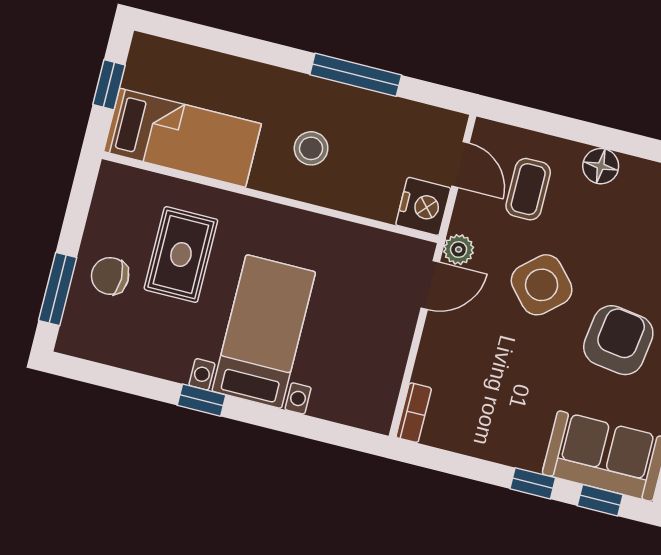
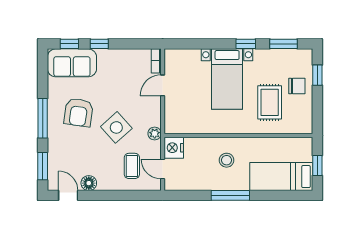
window: (356, 75) -> (230, 195), moved
bed: (182, 138) -> (281, 177), moved
floor lamp: (601, 166) -> (89, 183), moved
door: (430, 285) -> (163, 85), moved
window: (58, 289) -> (317, 75), width x0.67
window: (116, 379) -> (284, 44), added

